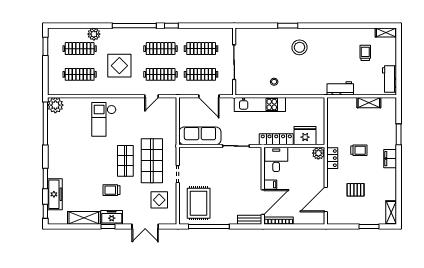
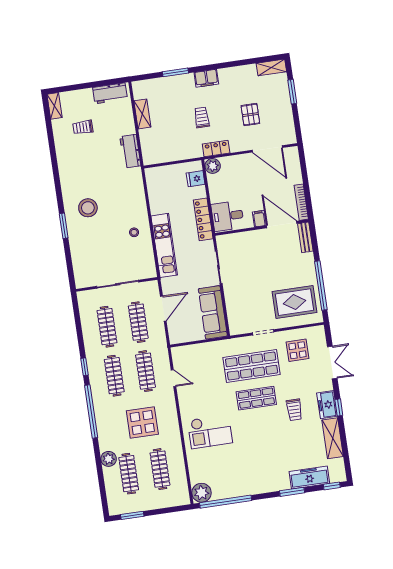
fridge: (305, 136) -> (196, 179), width x0.53, depth x0.75

